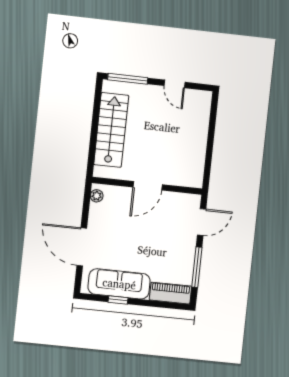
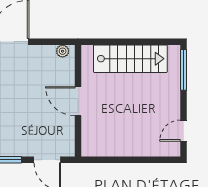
door: (175, 84) -> (184, 131), moved

